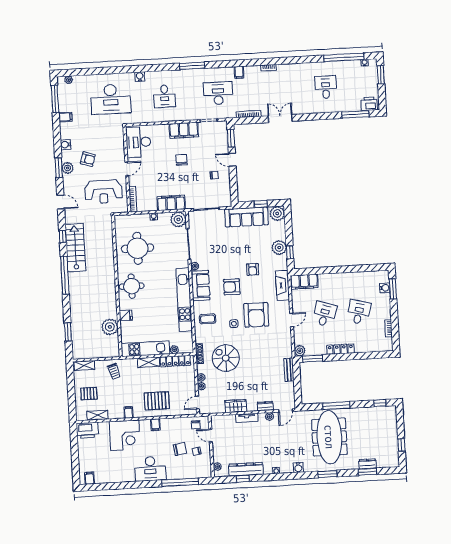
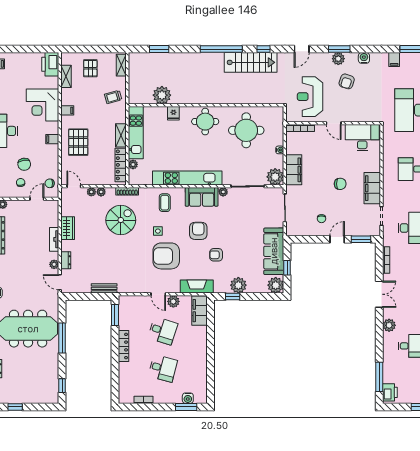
plant: (308, 108) -> (389, 325), added
plant: (300, 351) -> (173, 301), moved

